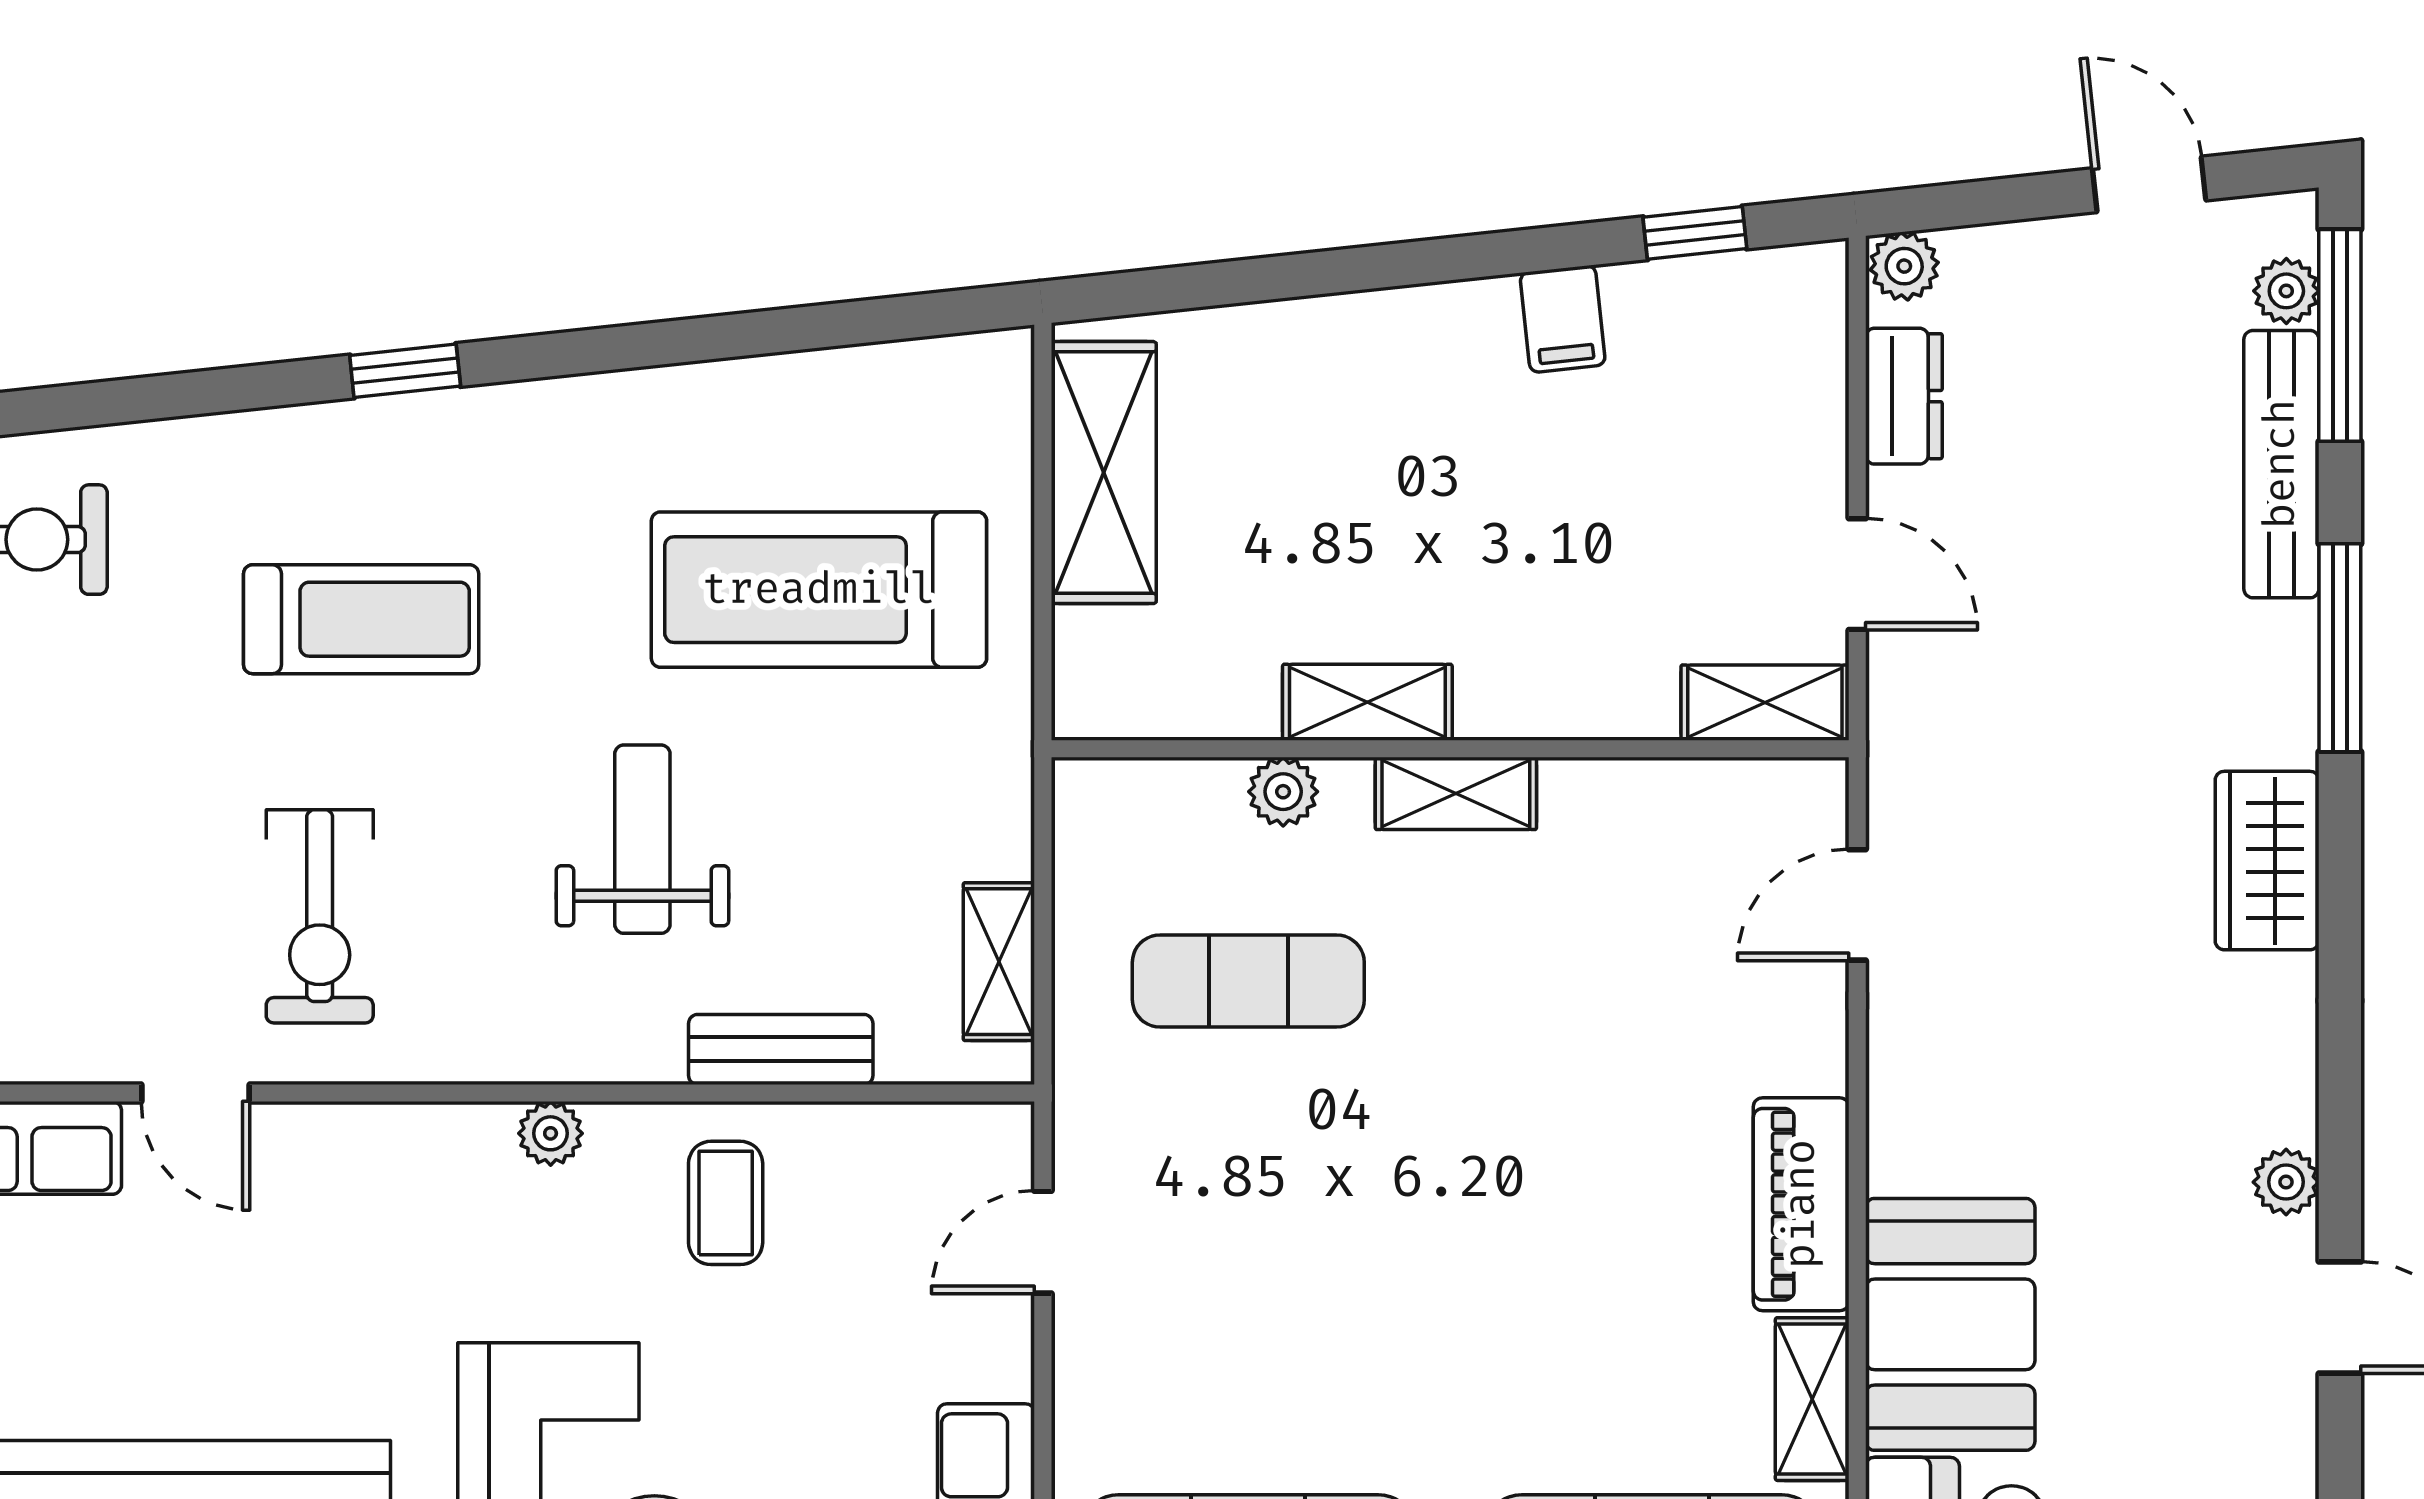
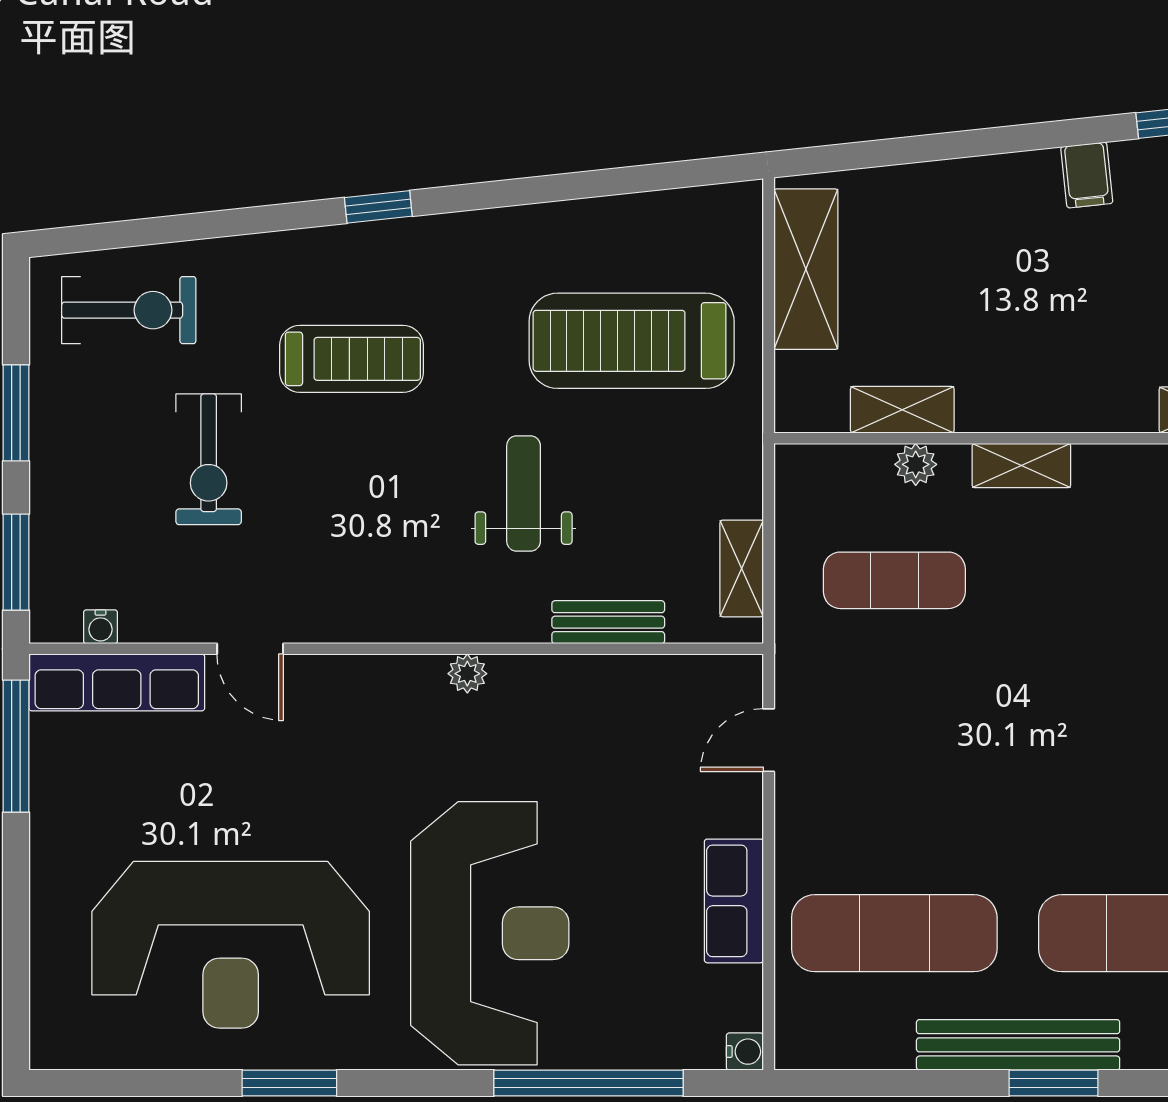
shelving: (1367, 702) -> (902, 410), moved
exercise bike: (320, 916) -> (209, 459), moved
coffee table: (726, 1203) -> (574, 716), removed

